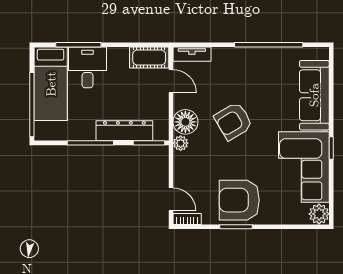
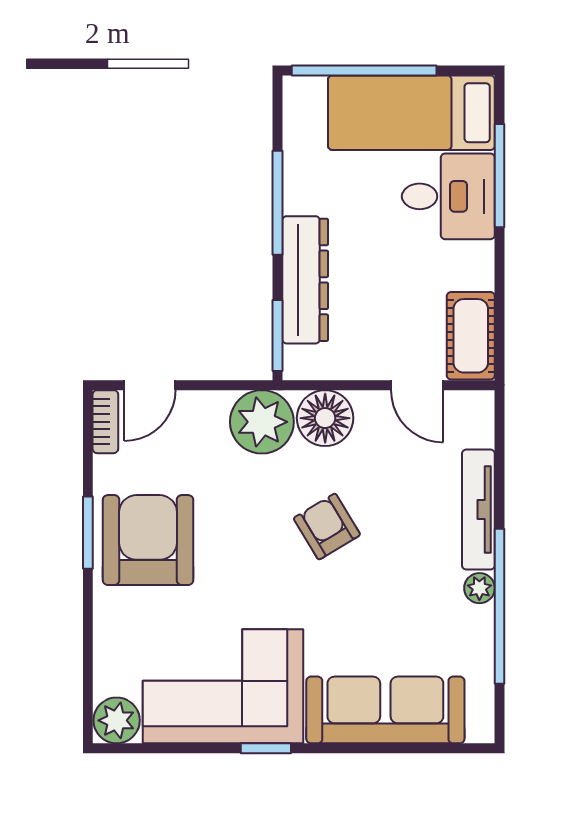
tv unit: (192, 54) -> (478, 510), moved, width x1.41
plant: (261, 54) -> (479, 588), added
door: (171, 81) -> (417, 385), hinge flipped
armchair: (233, 121) -> (327, 526), width x0.72, depth x0.72
plant: (181, 143) -> (262, 422), width x1.88, depth x1.88

